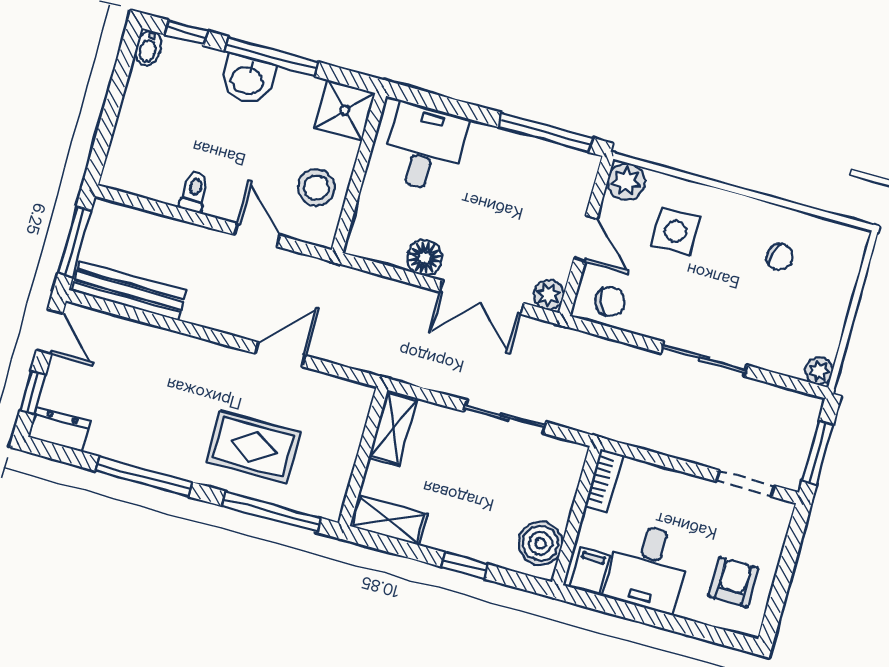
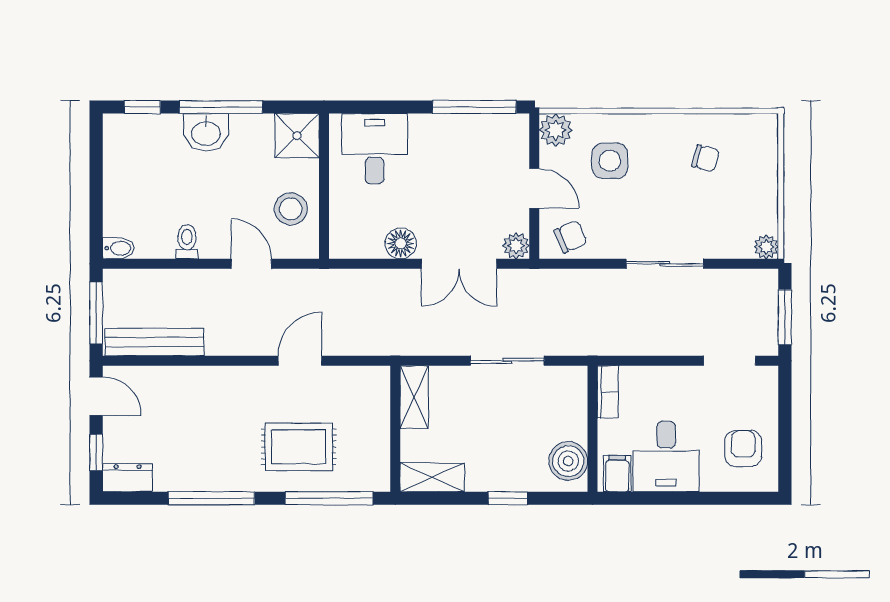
bidet: (148, 48) -> (118, 248), moved, turned -90

